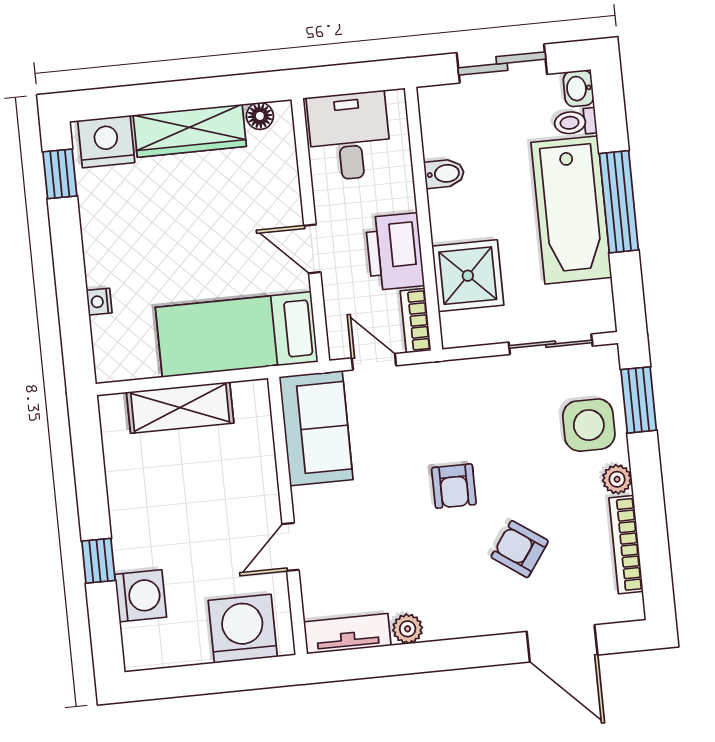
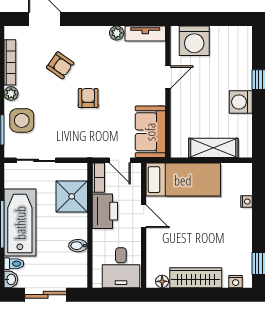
nightstand: (106, 142) -> (236, 282), width x0.53, depth x0.56
washing machine: (141, 596) -> (241, 102), moved

